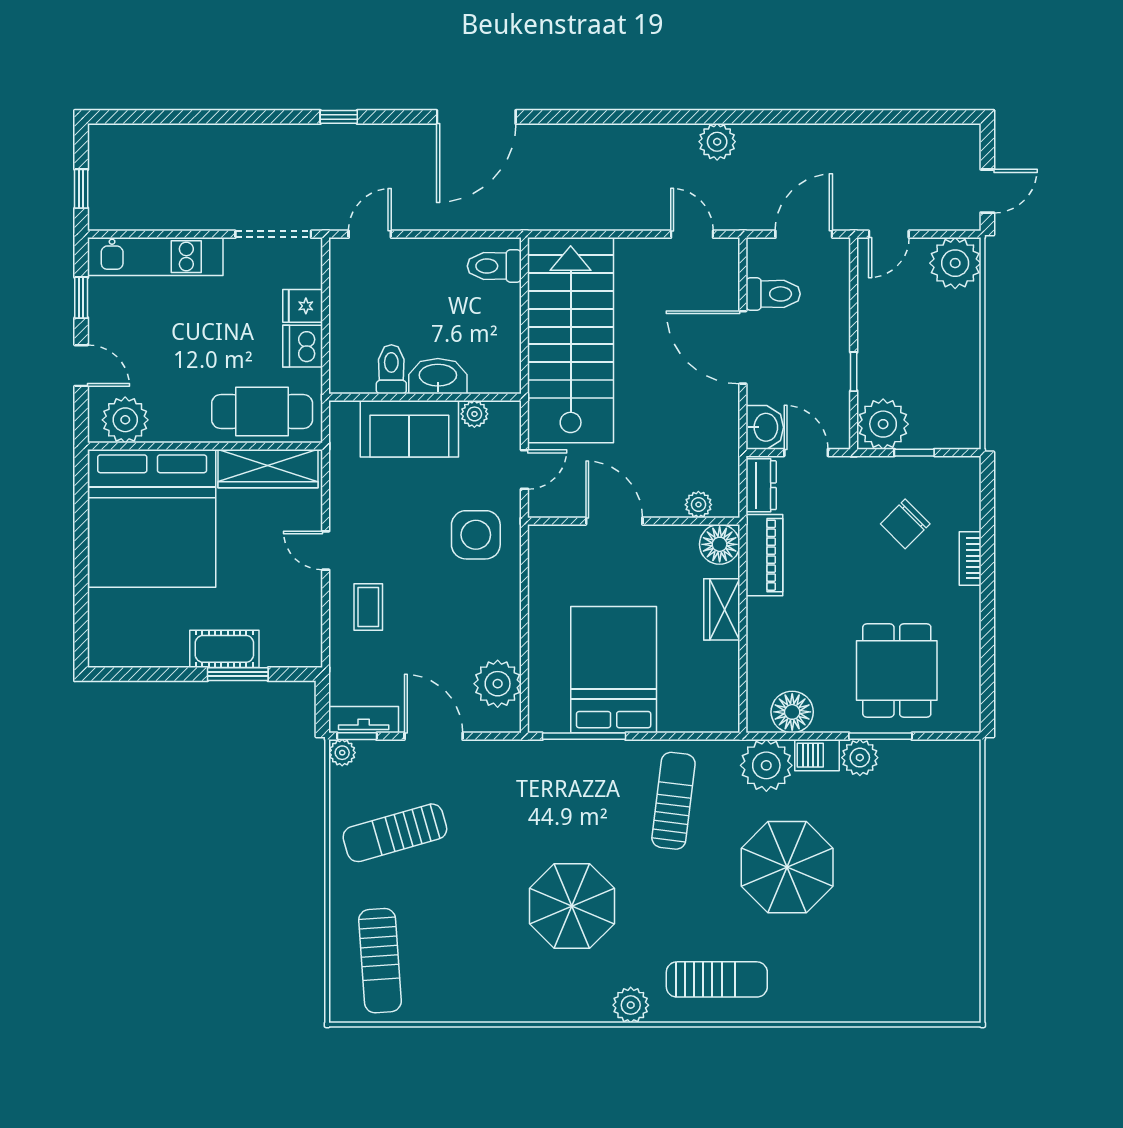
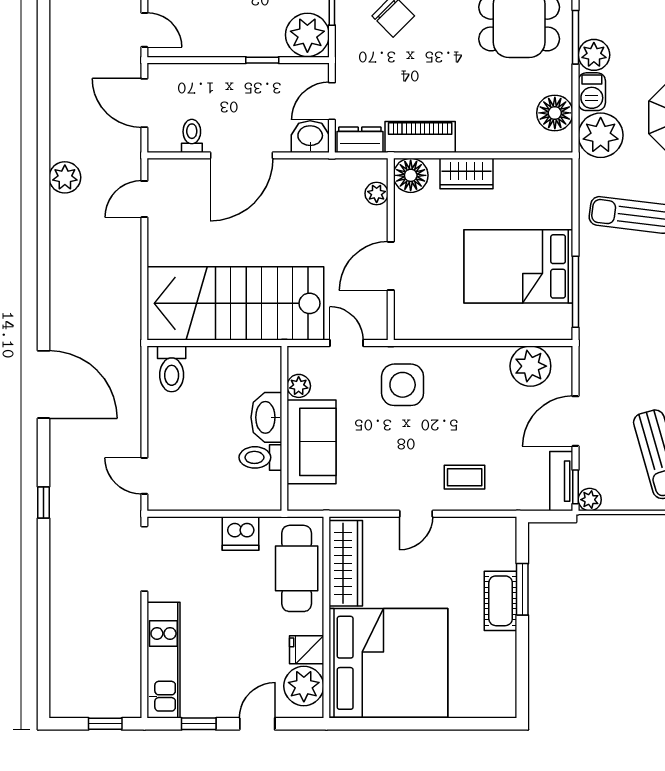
toilet: (773, 294) -> (192, 136), width x0.73, depth x0.72
fridge: (303, 306) -> (307, 650), moved, turned 90

